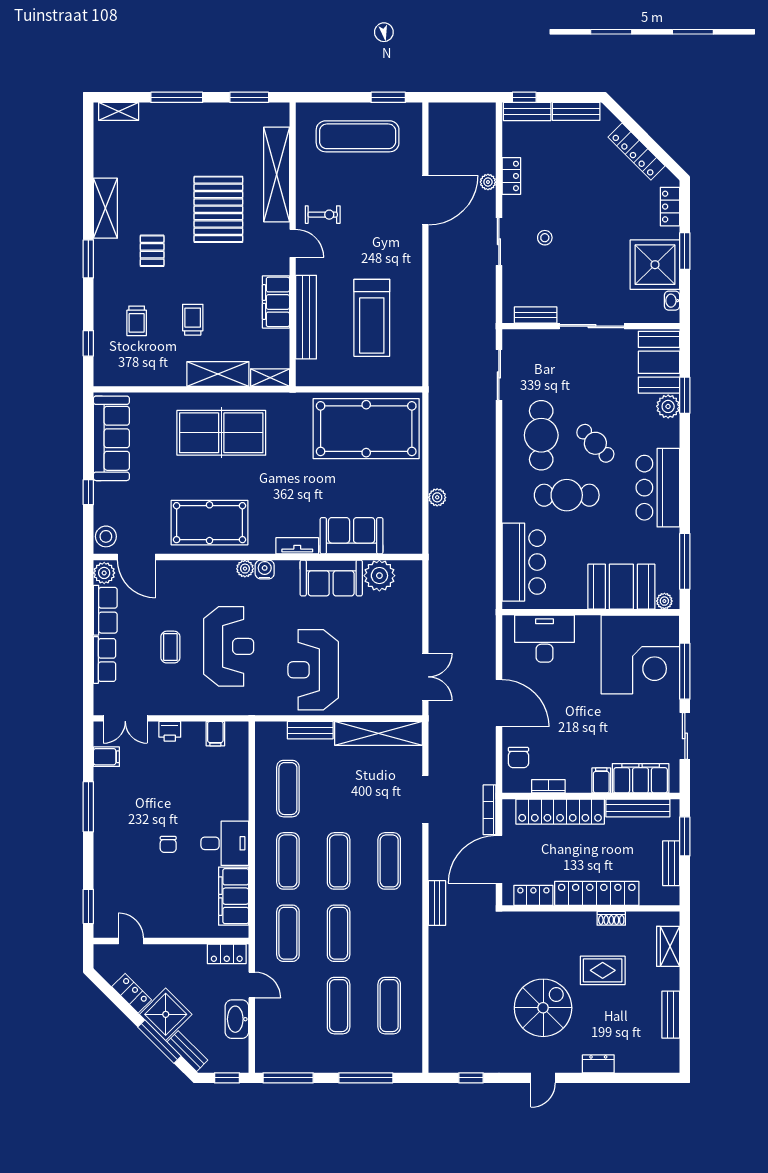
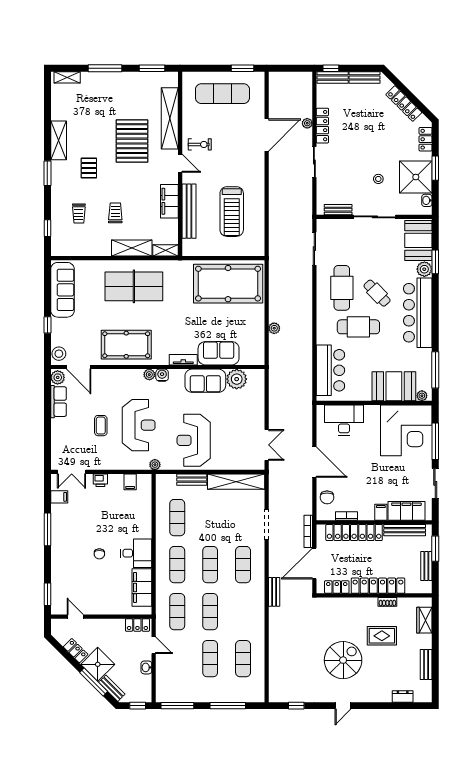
locker: (511, 176) -> (322, 126), width x1.53
stool: (545, 238) -> (378, 179), moved
bar counter: (658, 488) -> (418, 313), width x1.36
row of seats: (105, 660) -> (58, 434), removed
plant: (254, 707) -> (155, 465), added
washbasin: (237, 1019) -> (146, 667), width x0.52, depth x0.69
dresser: (598, 1064) -> (403, 697), moved

